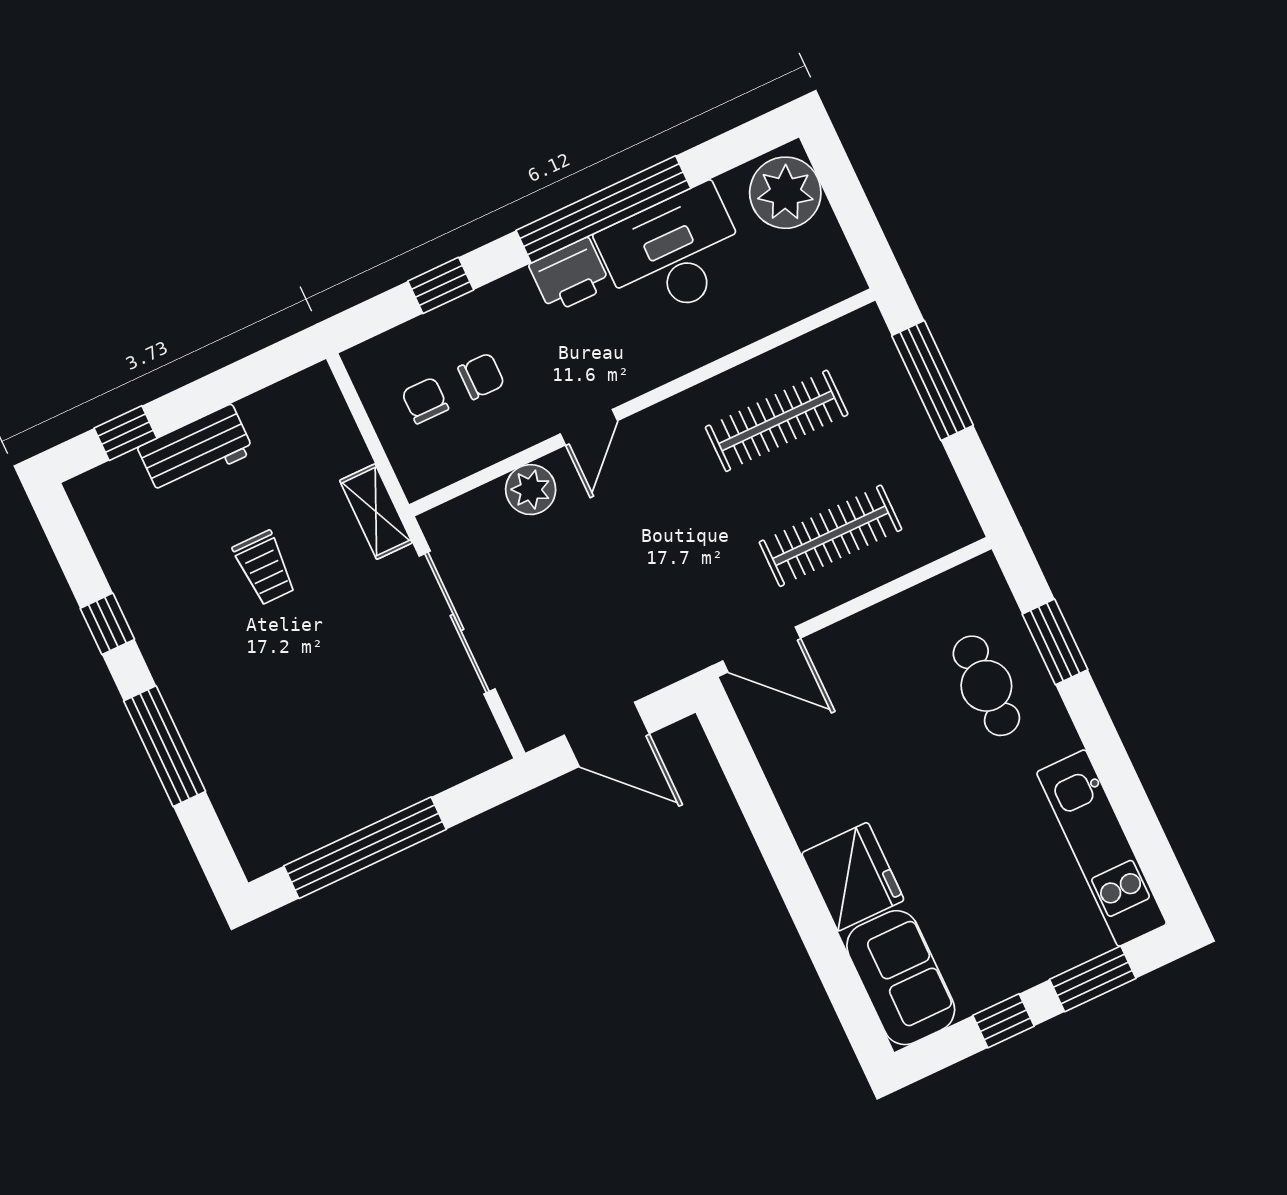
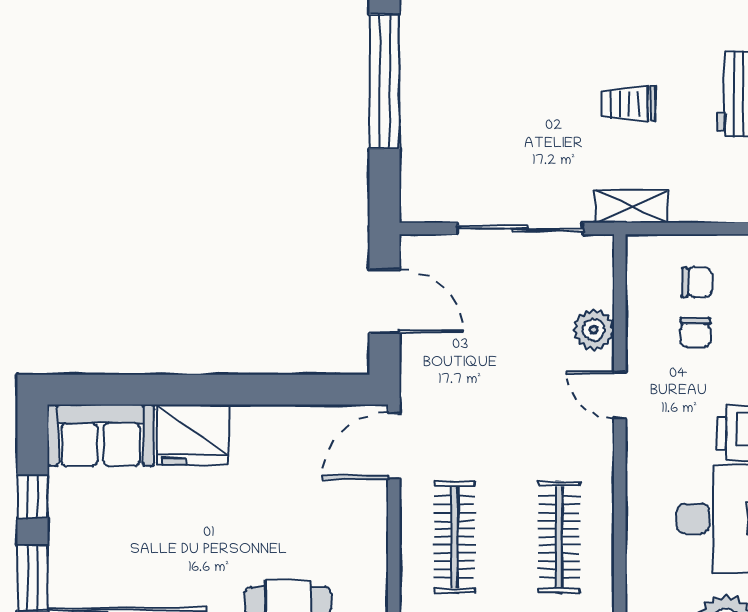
door: (607, 734) -> (384, 301), swing flipped

